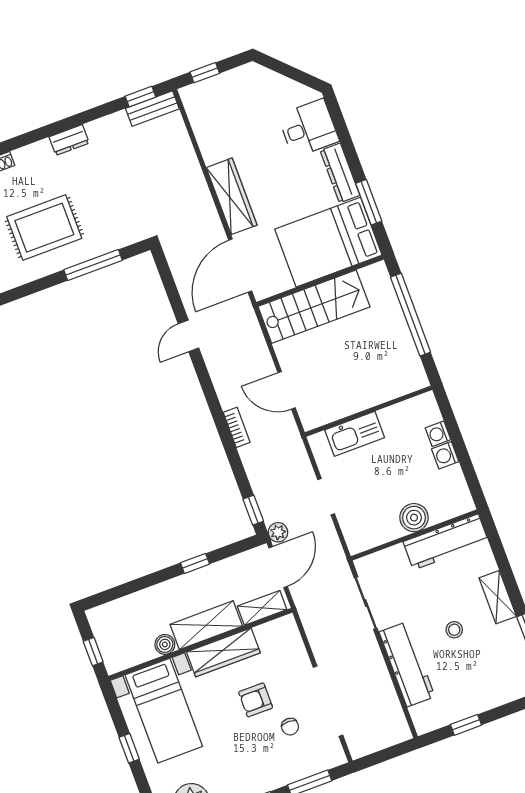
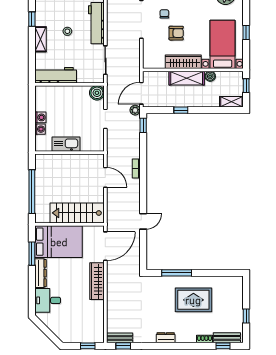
kitchen sink: (355, 434) -> (66, 144), moved
boiler: (414, 518) -> (97, 93), moved
shelving: (262, 608) -> (231, 102), moved

